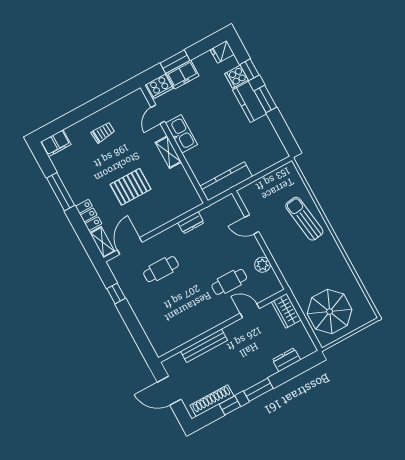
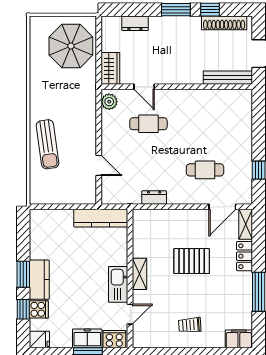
plant: (262, 265) -> (109, 102), moved
bench: (204, 346) -> (228, 78), moved

